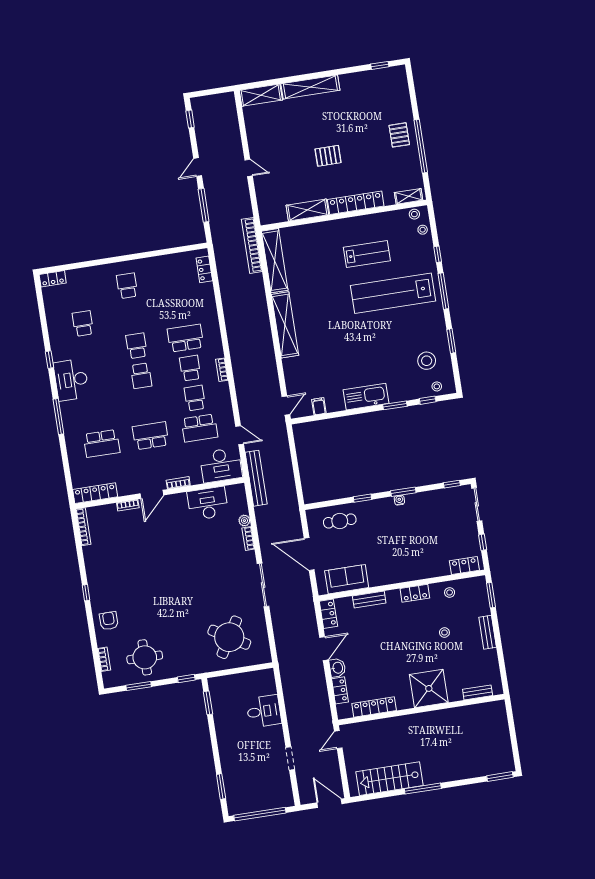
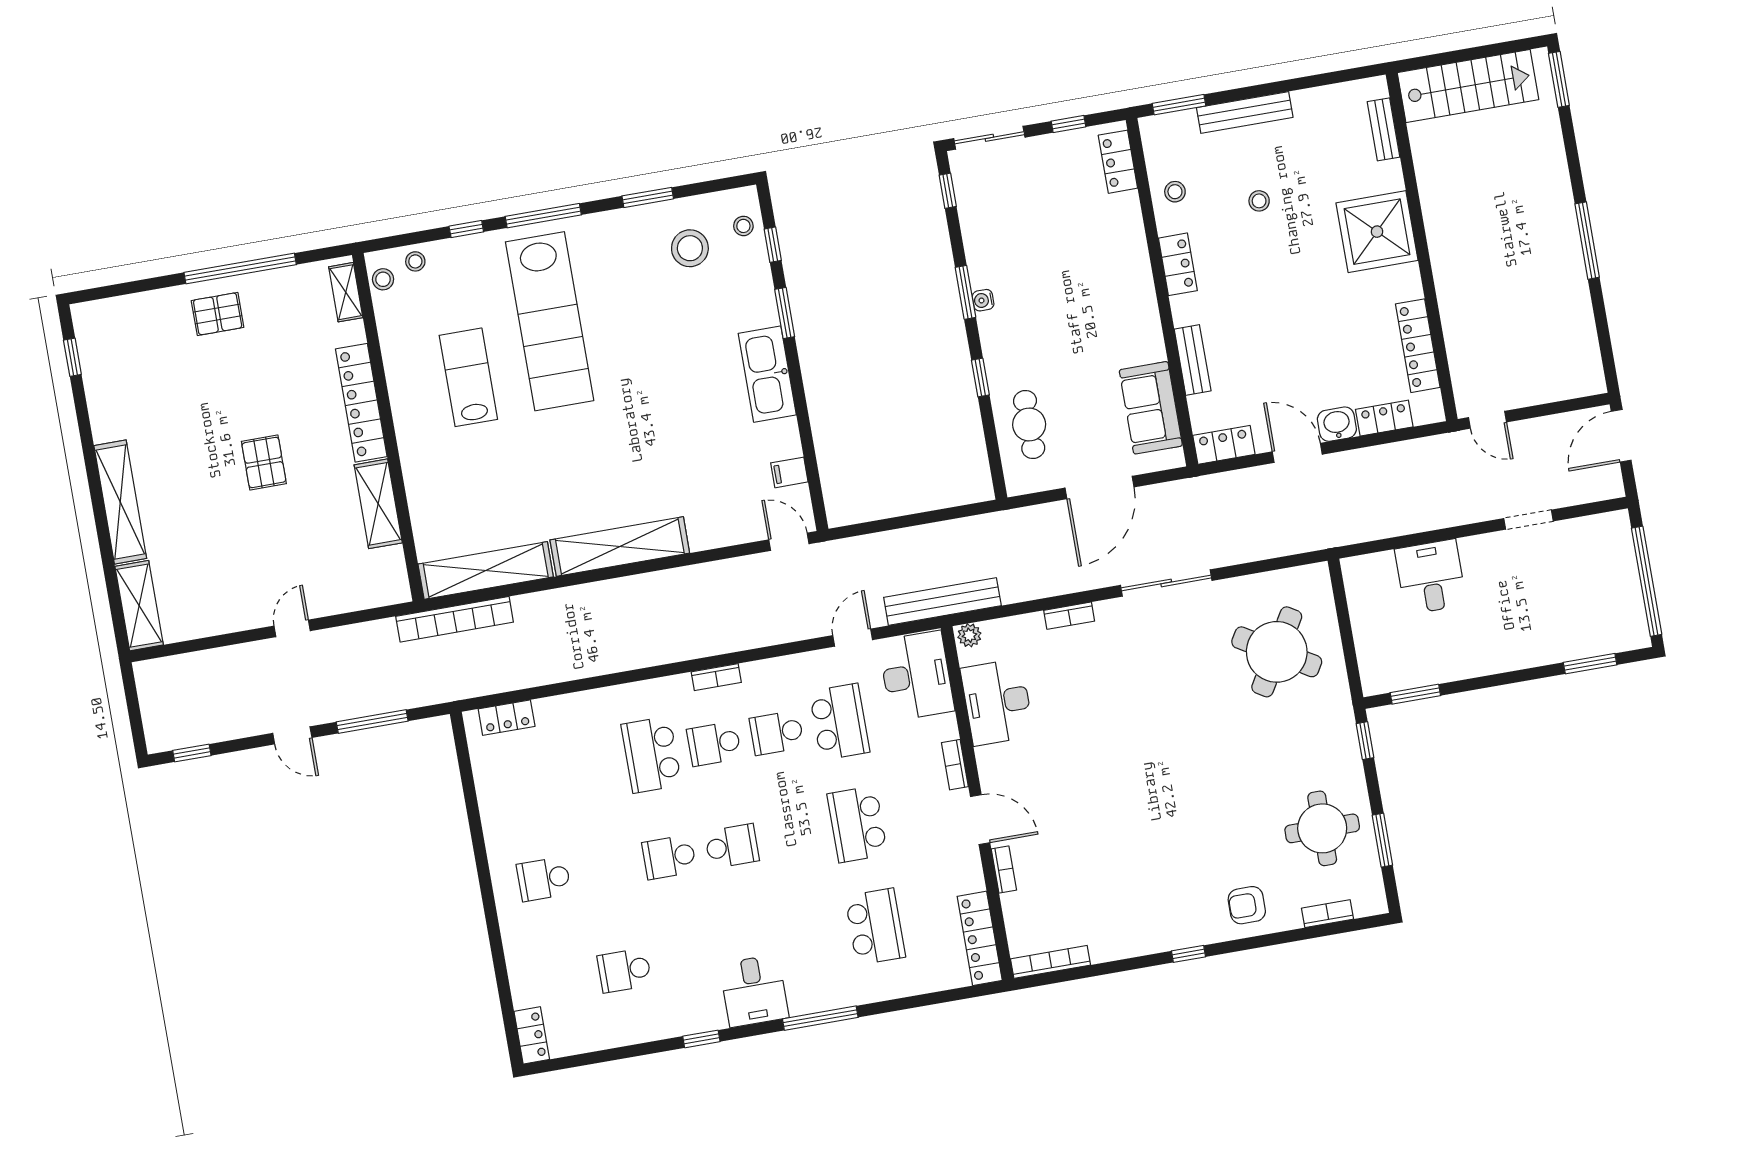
desk: (71, 380) -> (754, 991), width x0.73
plant: (244, 521) -> (969, 635), moved
bench: (488, 632) -> (1245, 112), width x1.36
stairs: (390, 779) -> (1468, 86), moved, turned -90

